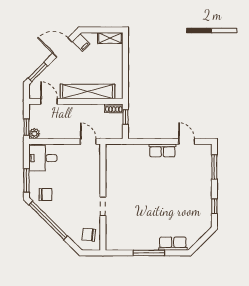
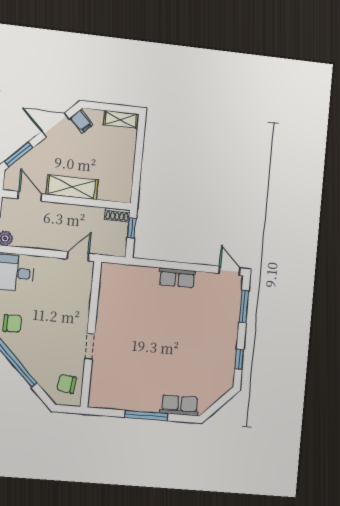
shelving: (88, 91) -> (72, 187), width x0.68
door: (88, 141) -> (78, 256), hinge flipped
door: (187, 141) -> (230, 271), moved

